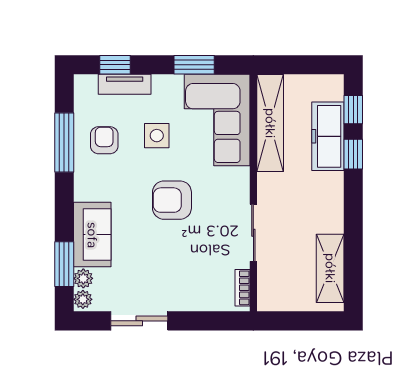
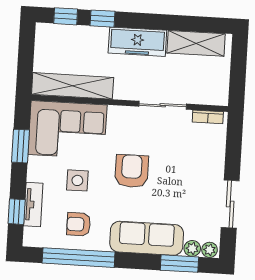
freezer: (328, 136) -> (137, 42), moved
window: (64, 142) -> (79, 258), width x1.46
armchair: (172, 200) -> (132, 171), turned 180
sofa: (92, 235) -> (147, 238), width x1.36

